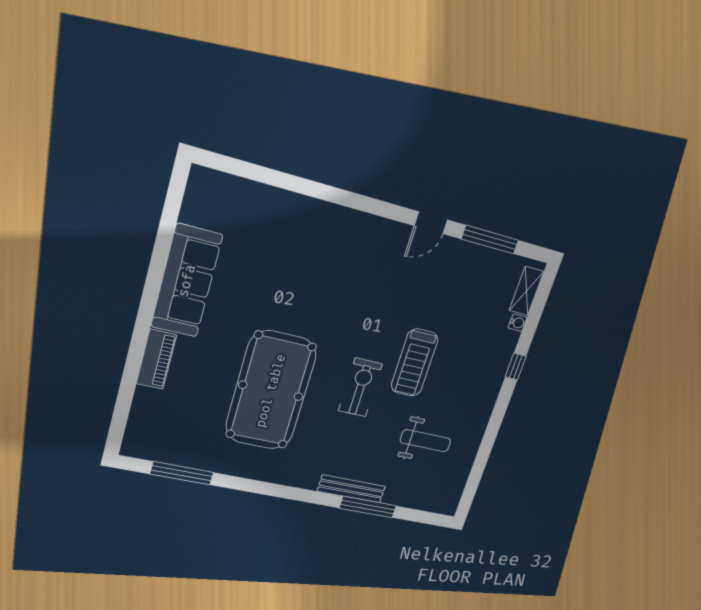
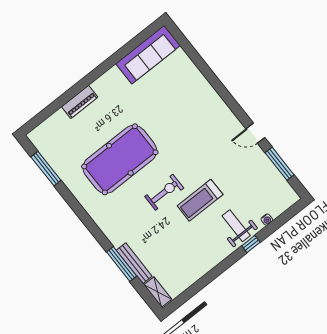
sofa: (187, 281) -> (148, 55), moved
shelving: (526, 291) -> (158, 292), moved, turned 90
weight bench: (425, 441) -> (236, 226), moved, turned 180
bench: (351, 489) -> (134, 263), moved

